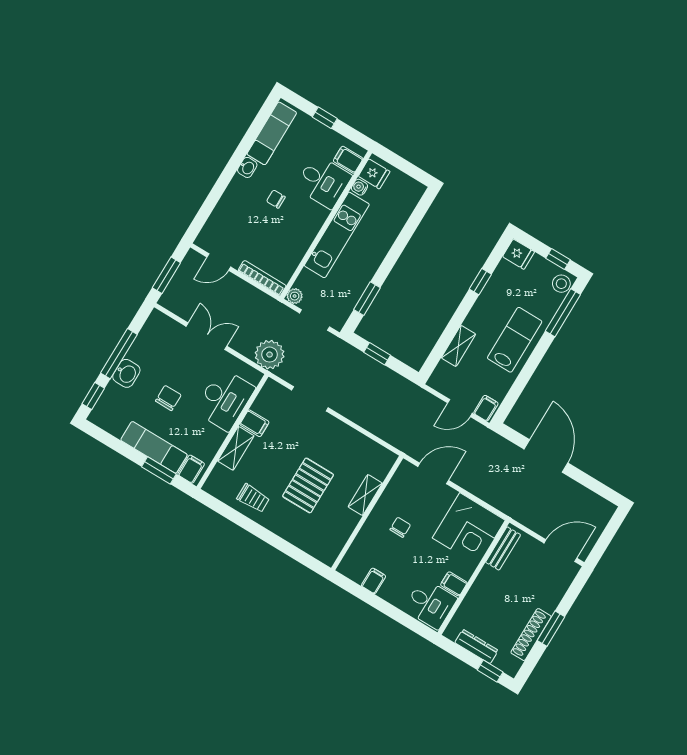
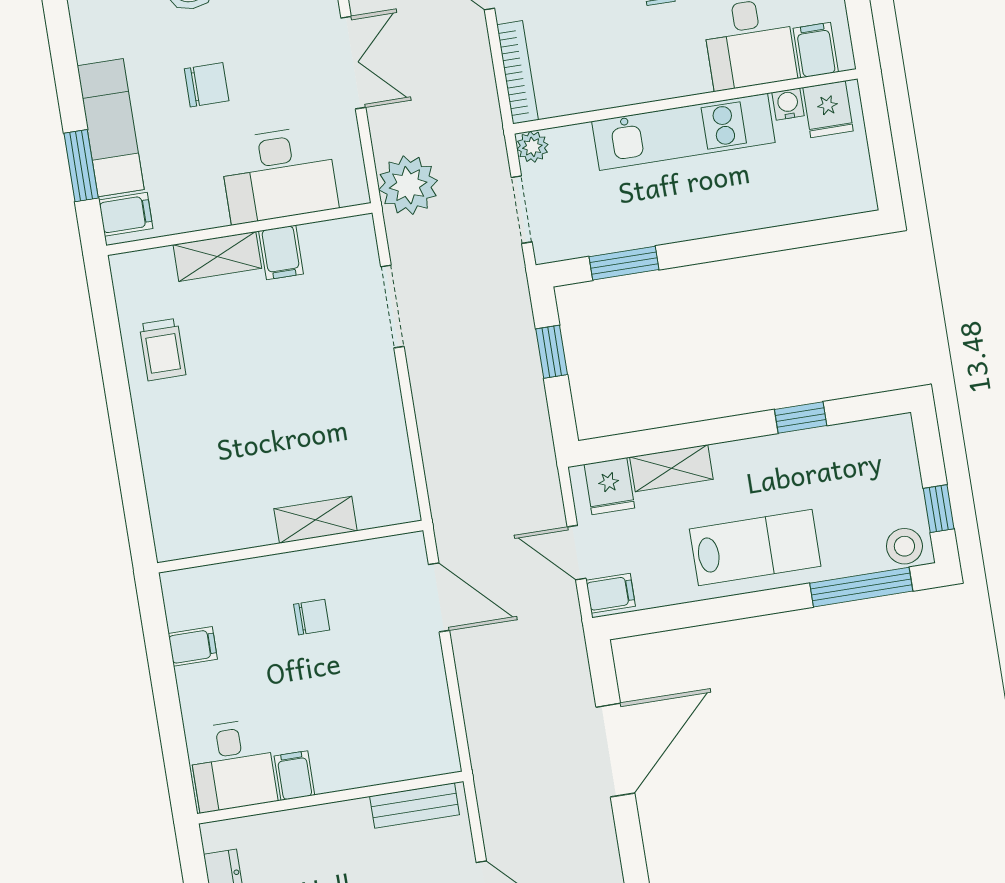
fridge: (519, 254) -> (609, 486), moved
pallet: (308, 485) -> (255, 418), removed
corner desk: (469, 529) -> (400, 726), removed

